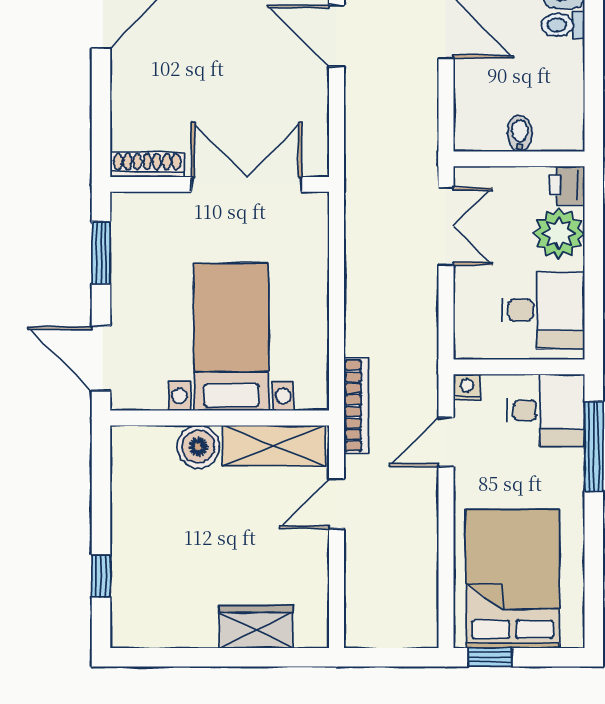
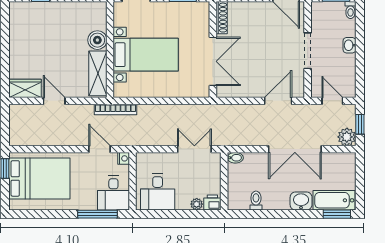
toilet: (563, 25) -> (256, 201), moved
bidet: (520, 133) -> (235, 158), moved
double door: (446, 226) -> (194, 149), swing flipped
plant: (559, 233) -> (197, 204), width x0.53, depth x0.53
door: (336, 504) -> (54, 101), moved
wardrobe: (256, 627) -> (25, 88), moved, turned -90

